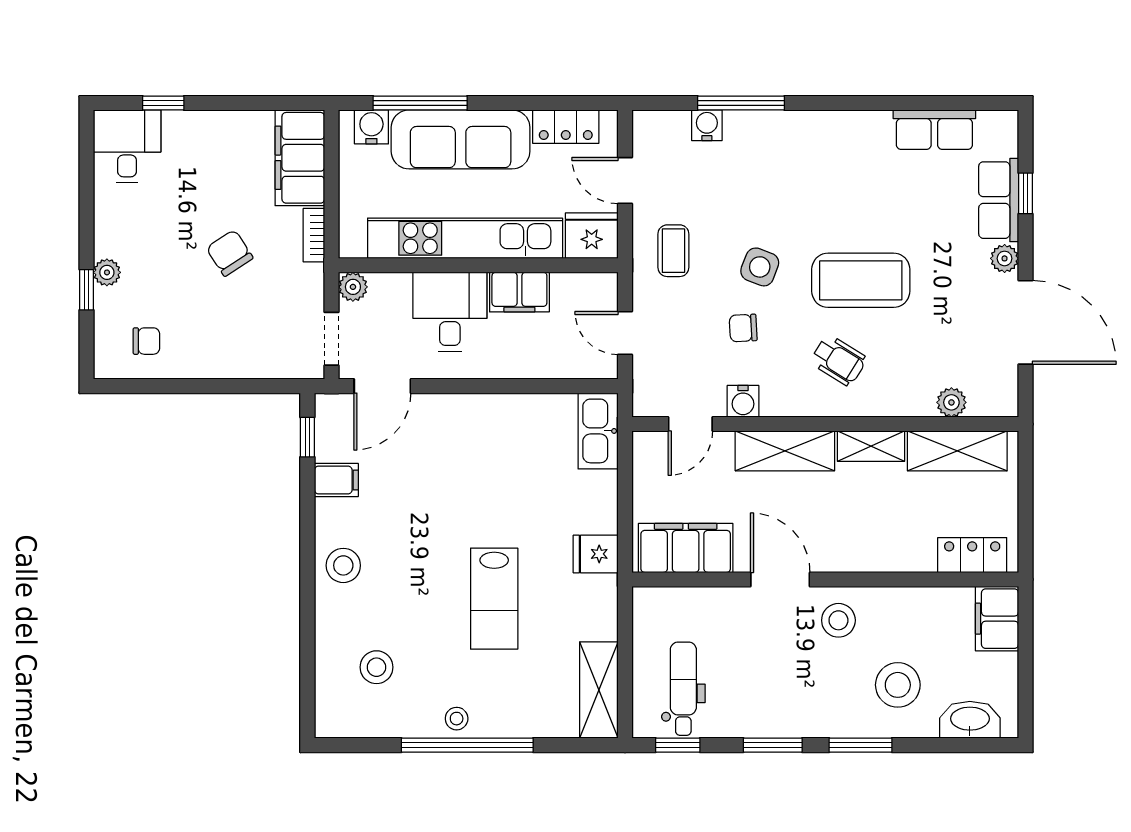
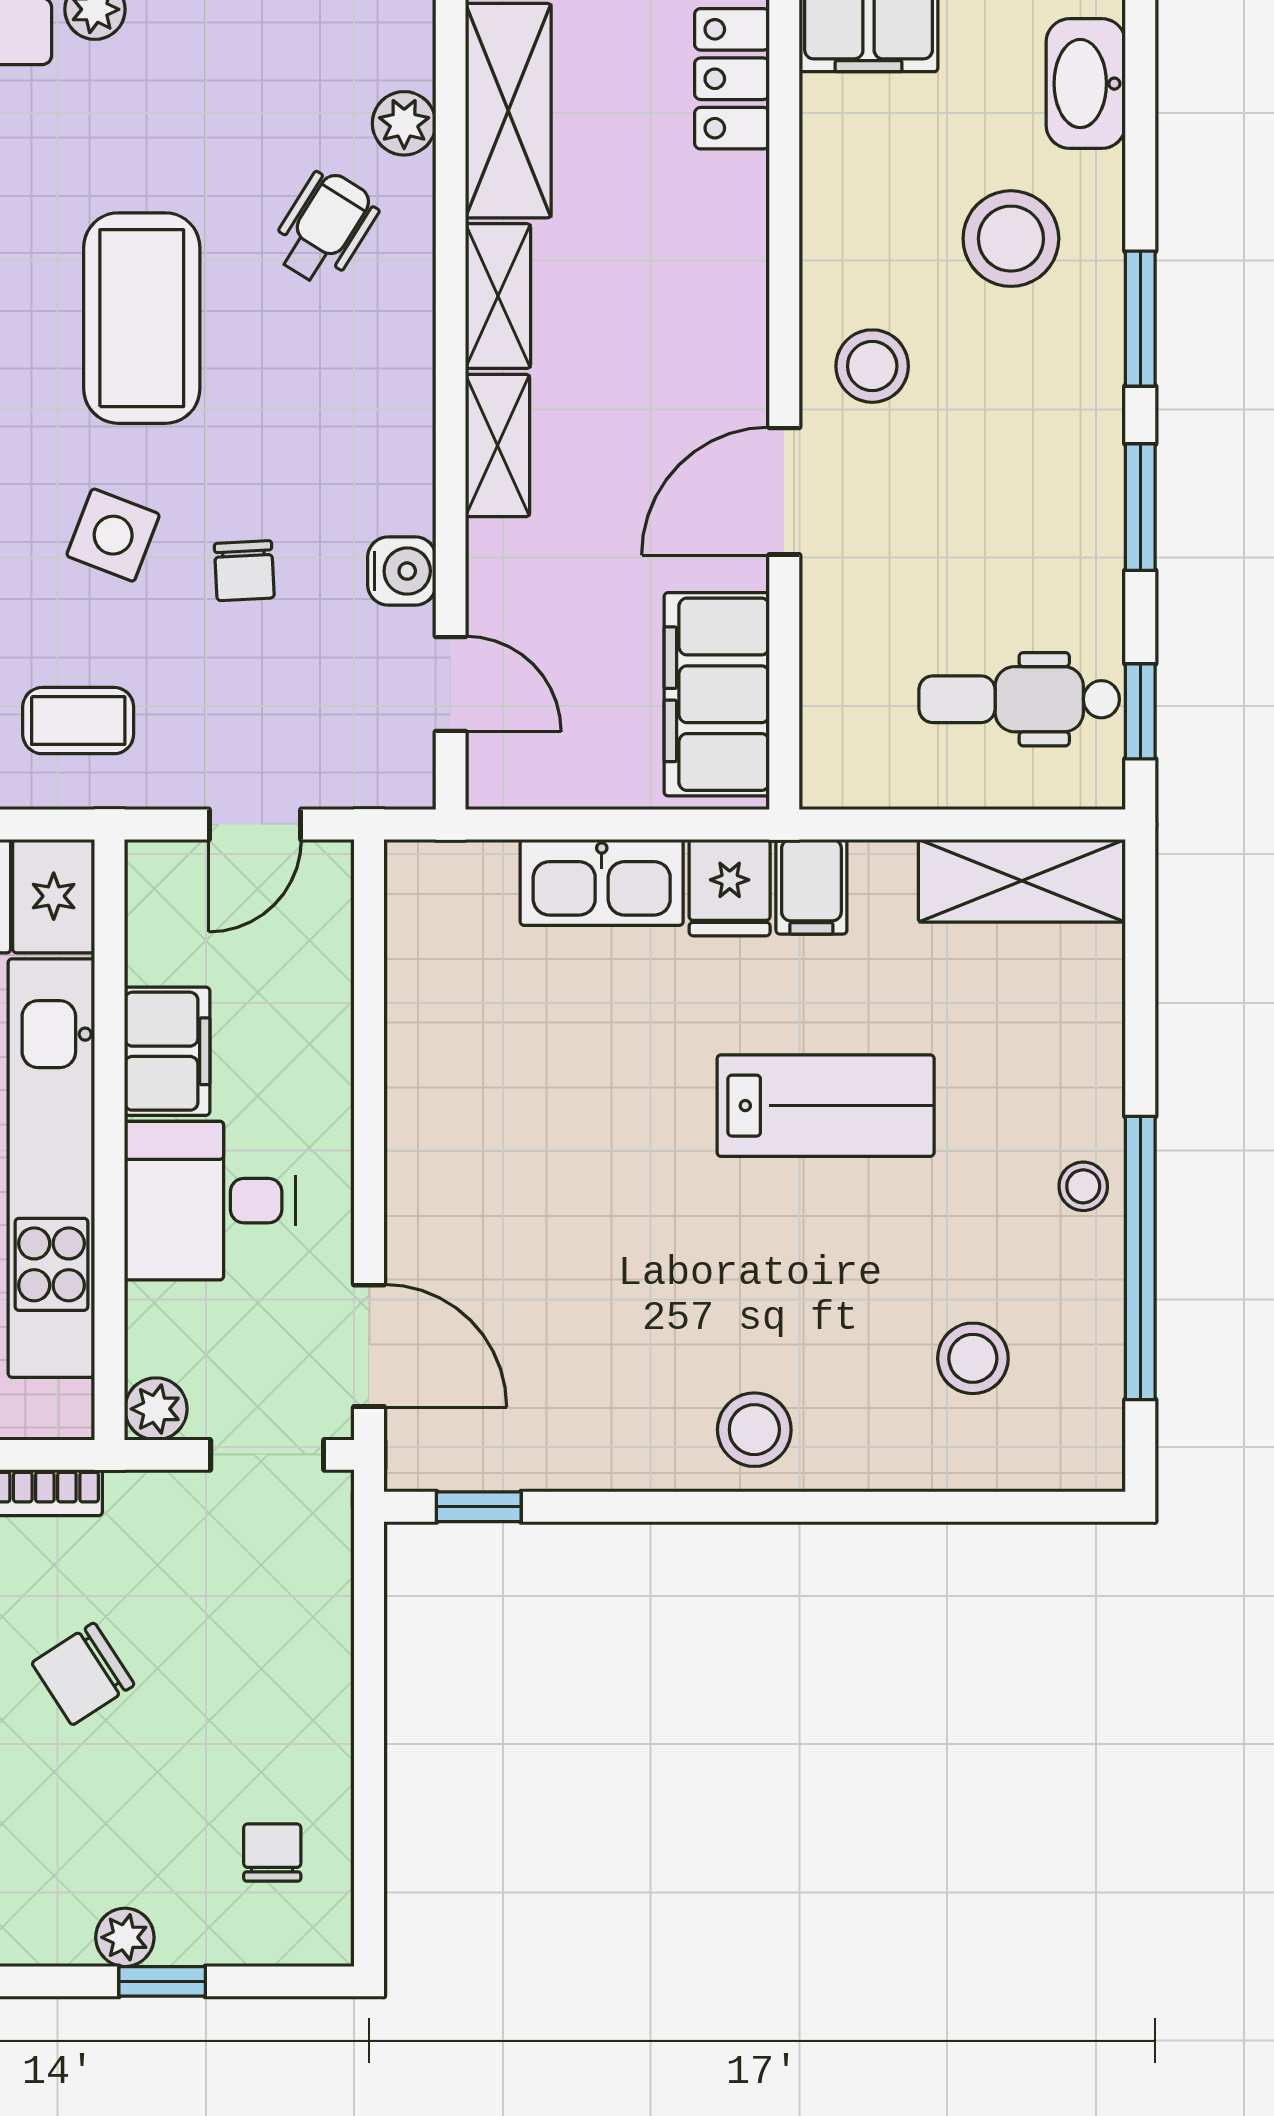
wheelchair: (839, 360) -> (325, 228), moved
kitchen sink: (598, 431) -> (602, 882), moved
shelving: (785, 451) -> (498, 445), width x0.67, depth x0.75
filing cabinet: (336, 480) -> (811, 887), moved, turned 180
window: (467, 745) -> (1140, 1258), moved

